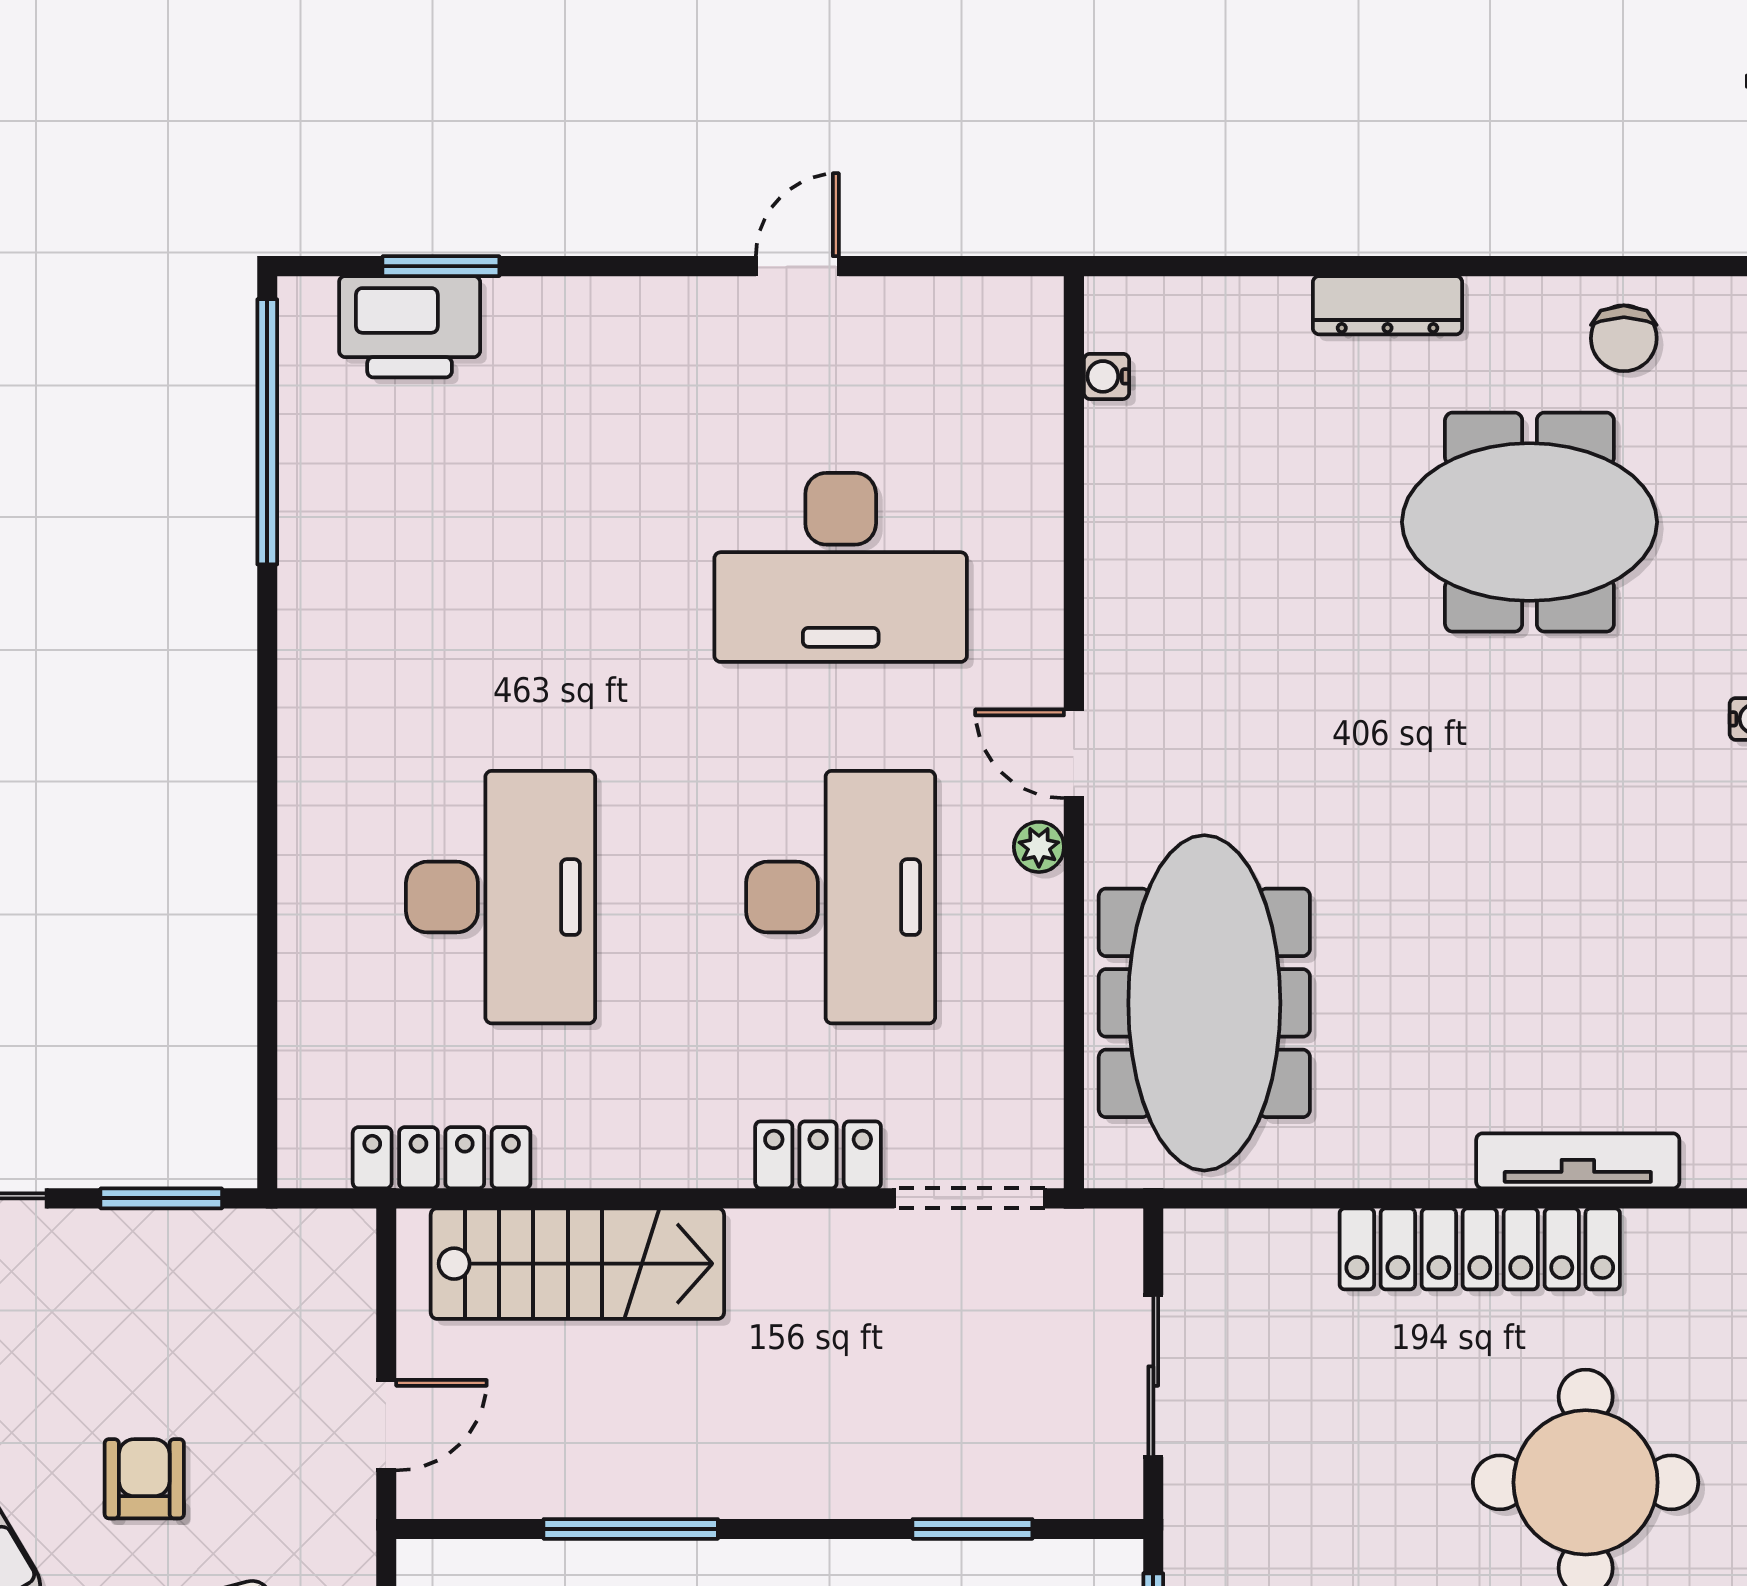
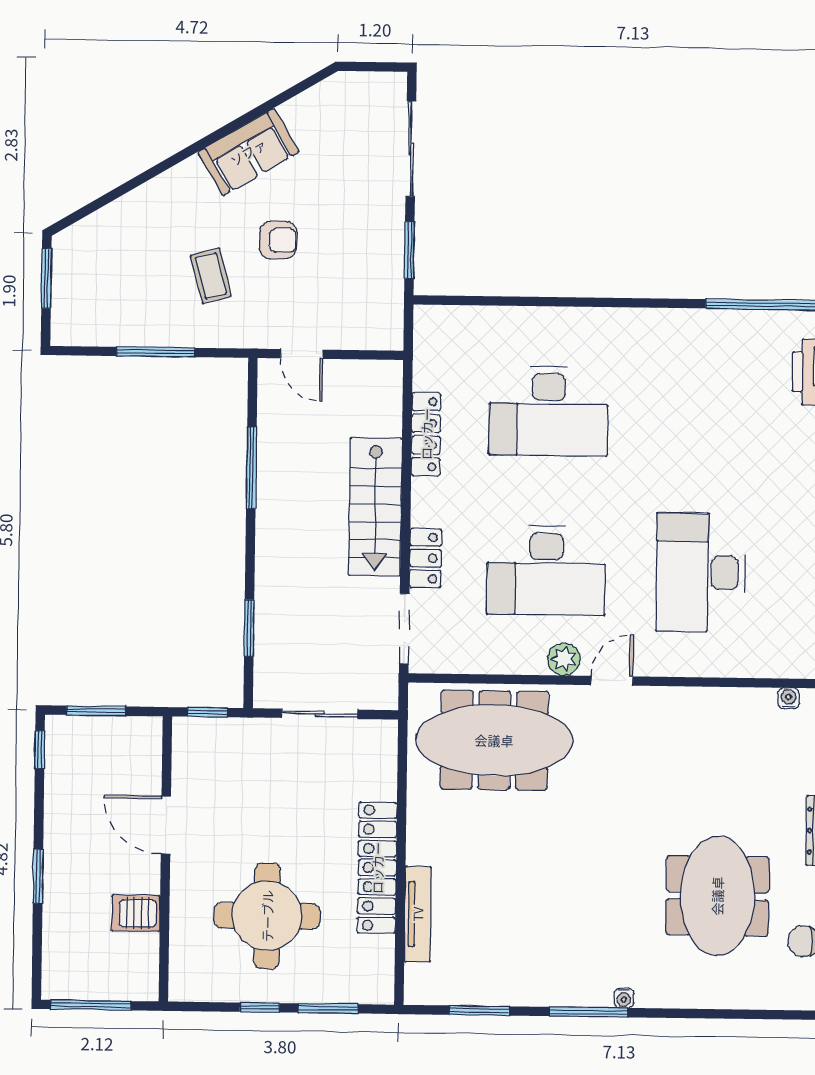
plant: (1039, 847) -> (564, 659), width x1.38, depth x1.38
locker: (442, 1158) -> (426, 434), moved
stairs: (577, 1264) -> (375, 507), moved

